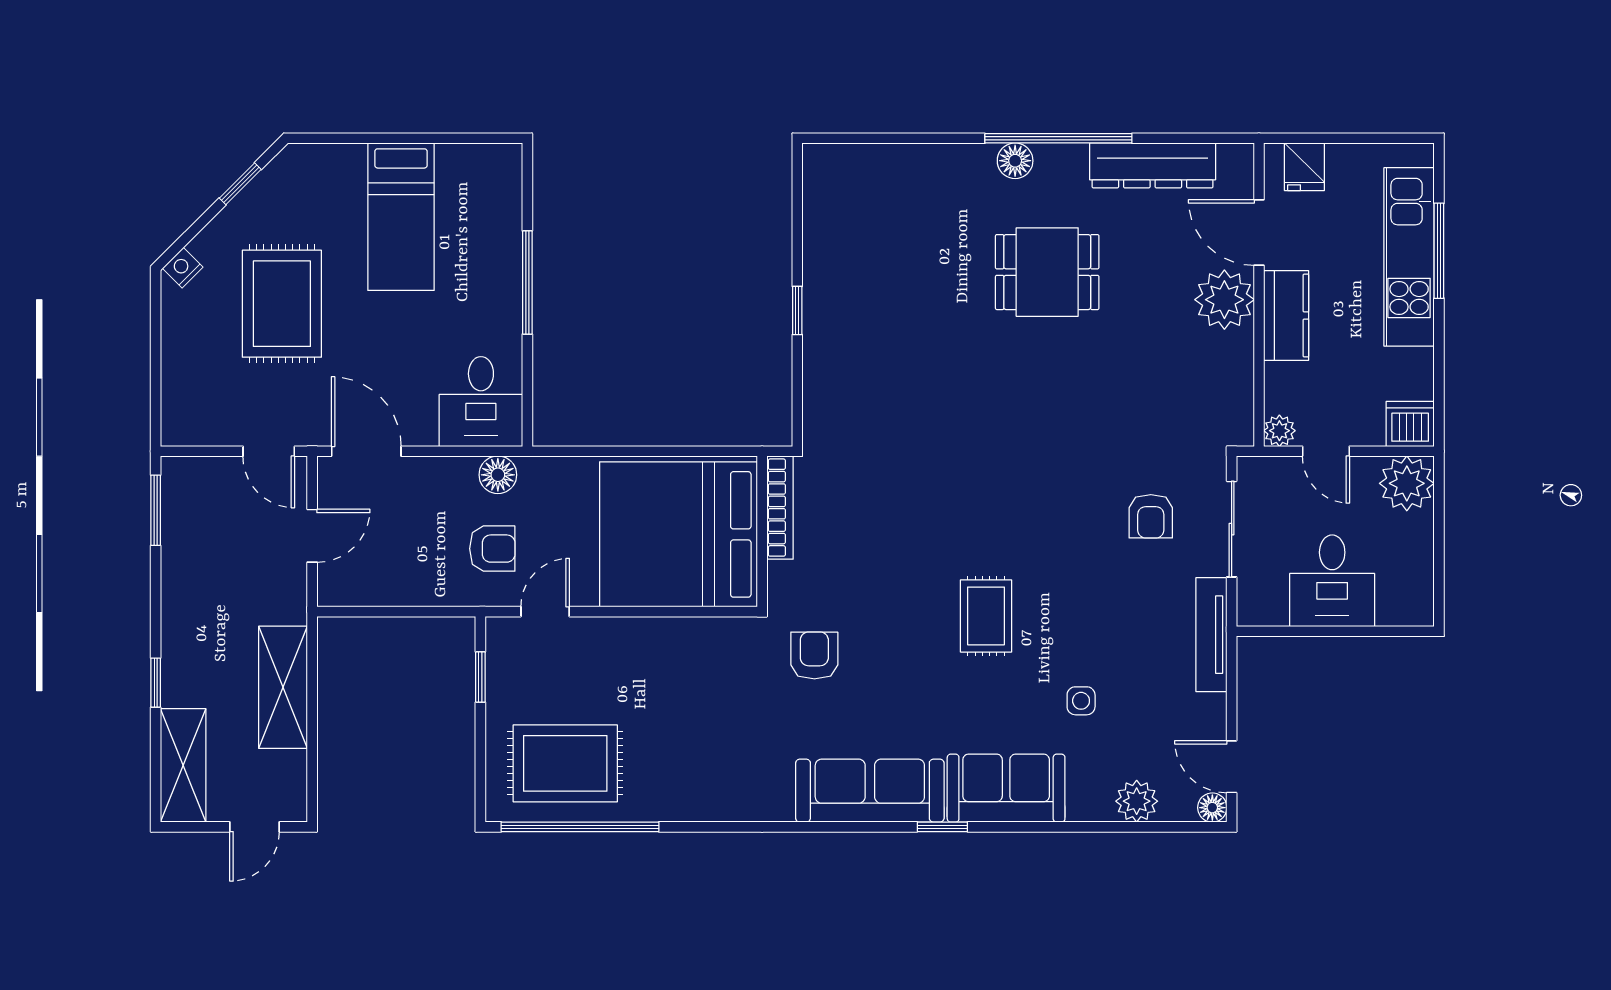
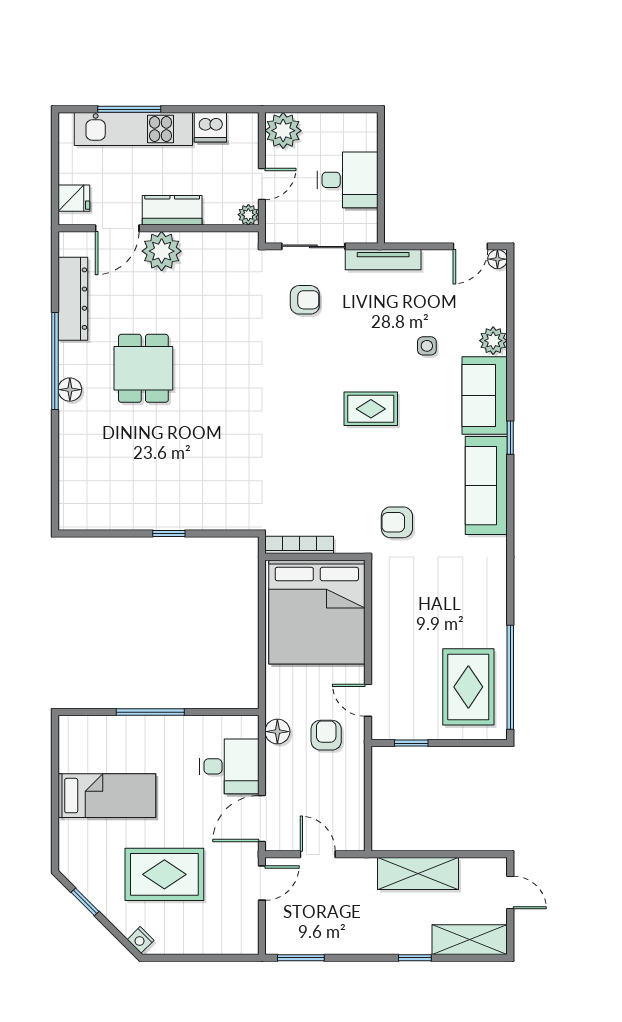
desk: (481, 402) -> (229, 766), moved
dishwasher: (1410, 424) -> (210, 127), moved, turned -90
plant: (1137, 801) -> (493, 341), moved

